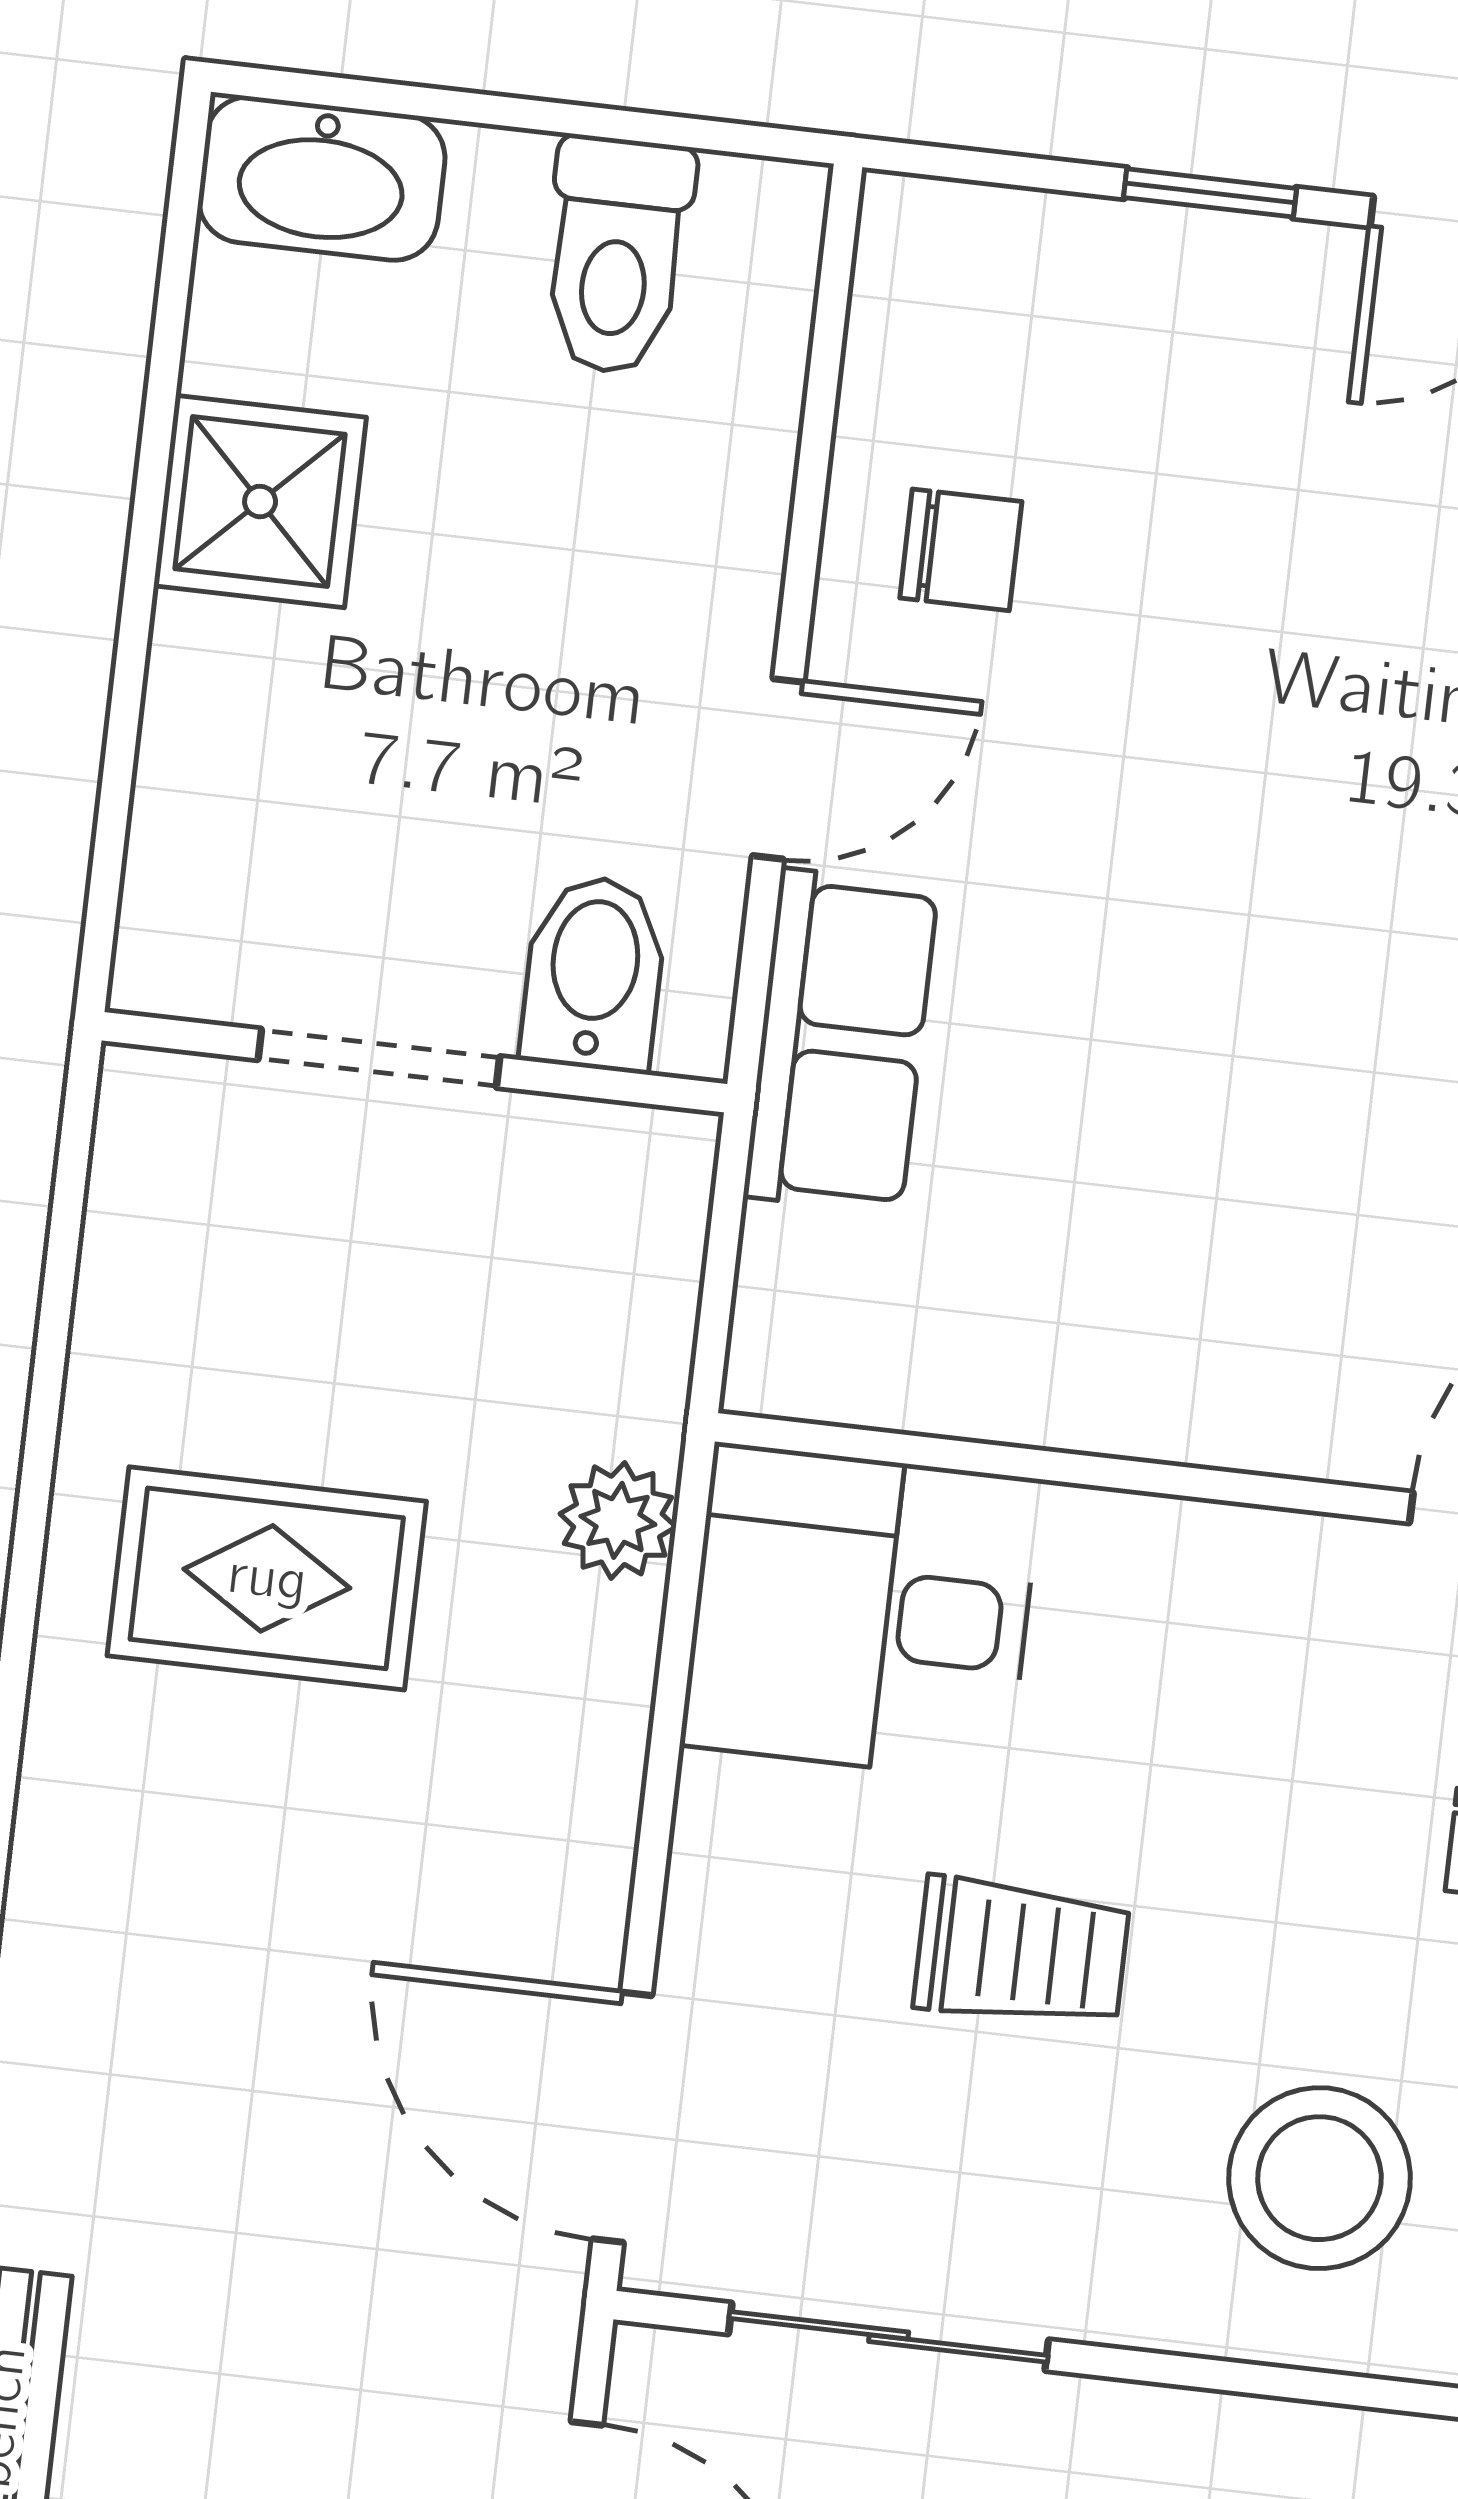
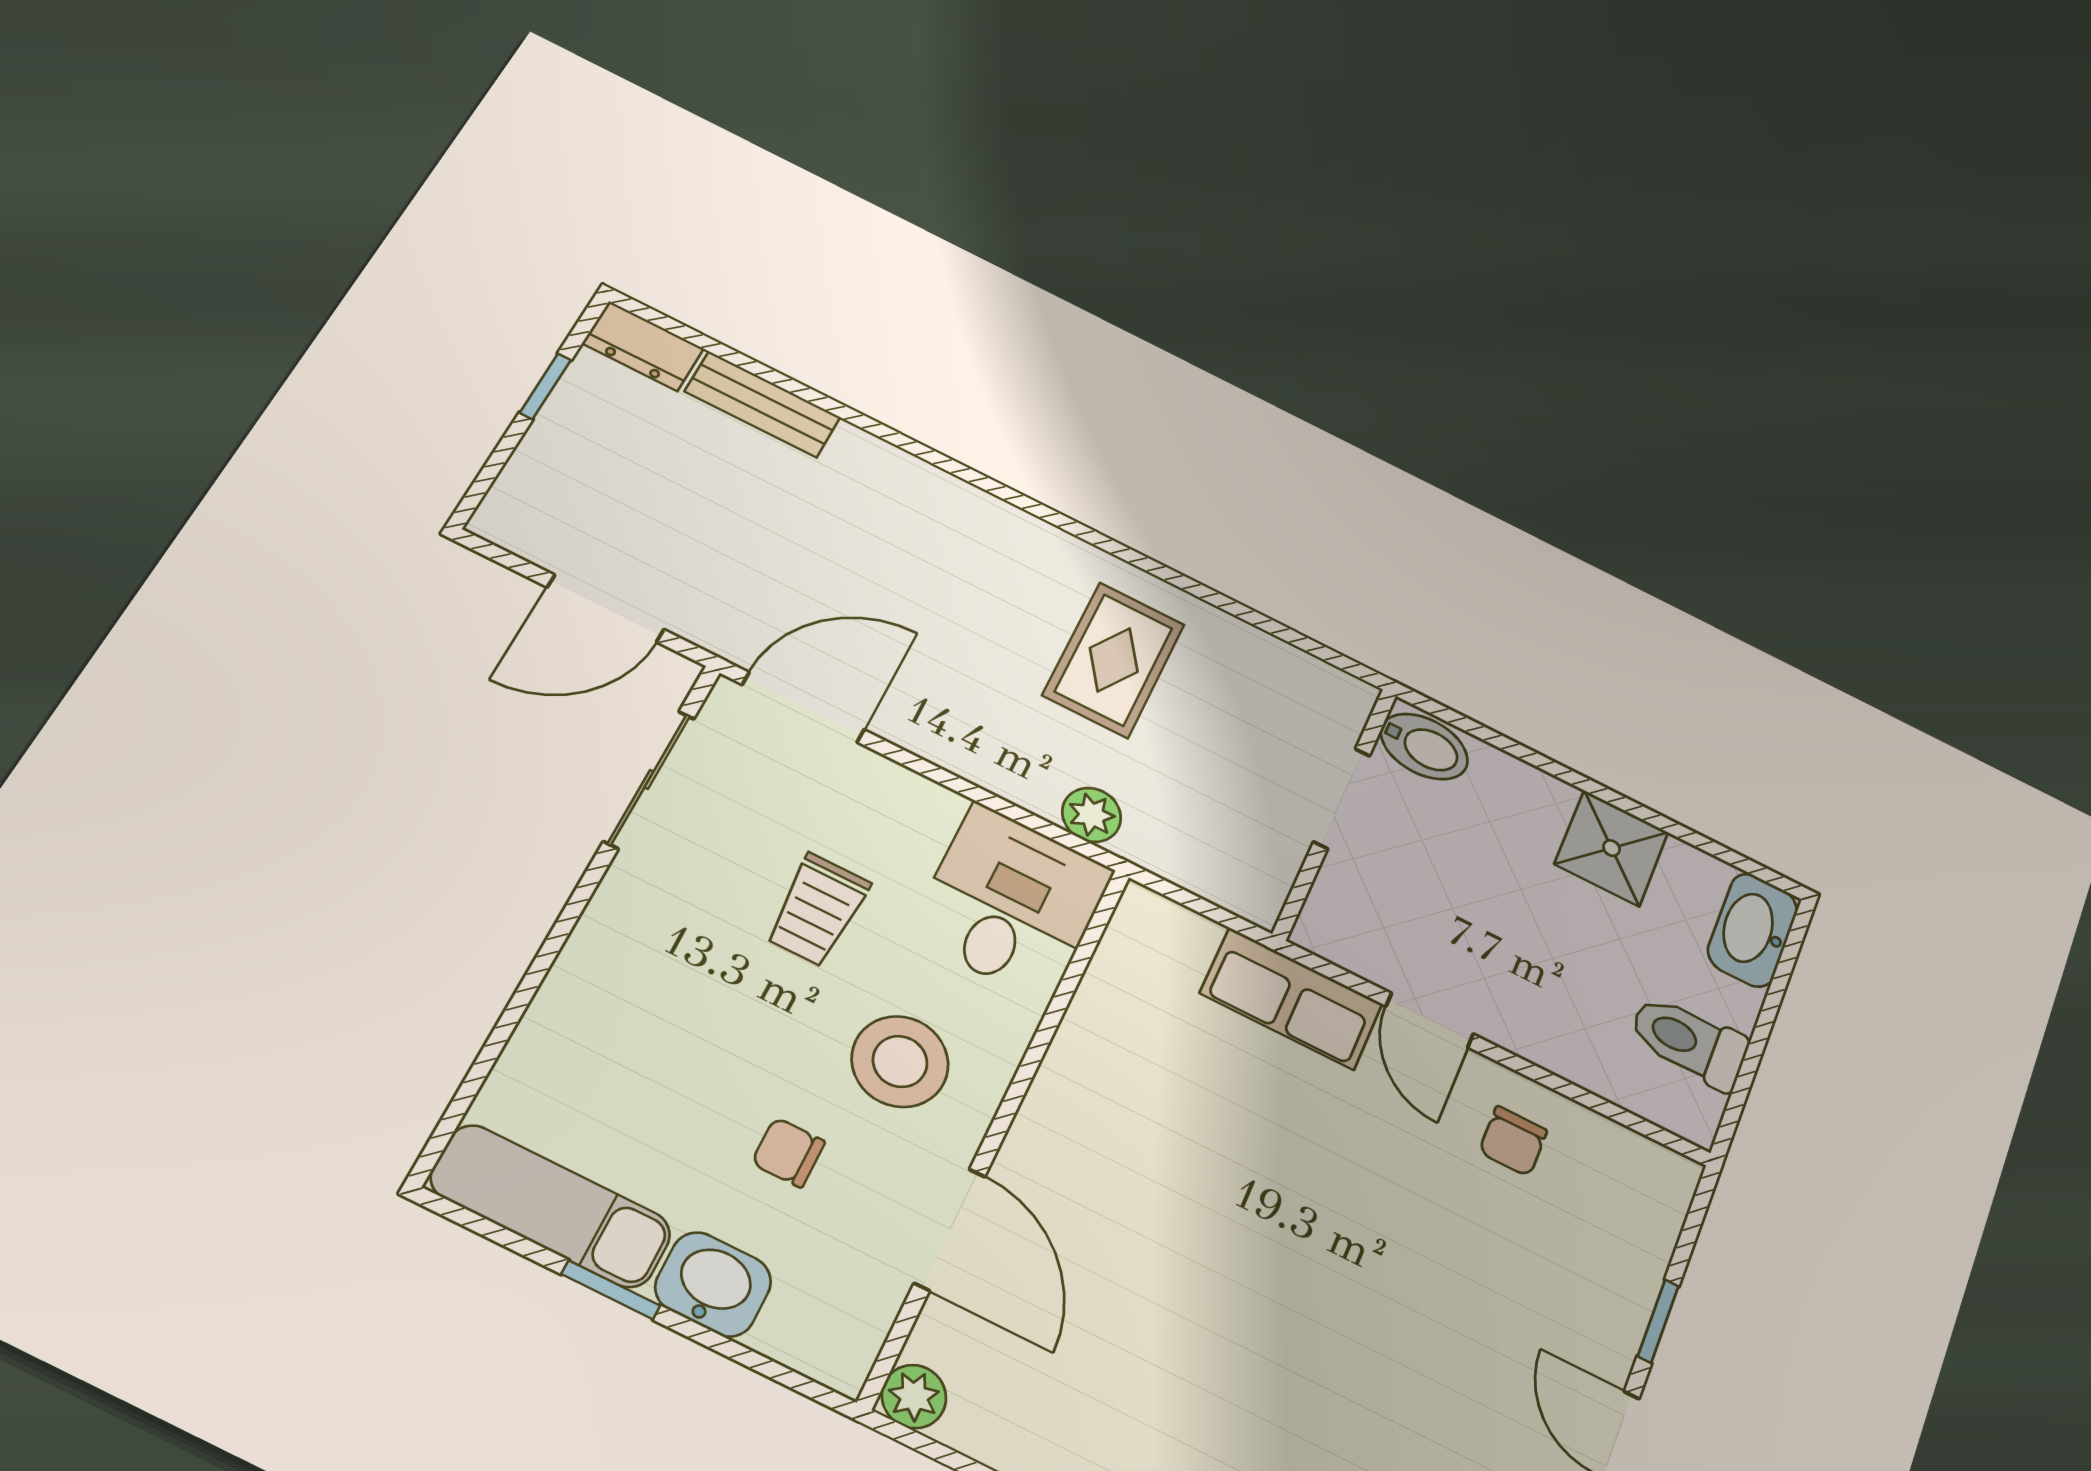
bidet: (594, 973) -> (1424, 746), moved
stool: (1319, 2178) -> (900, 1062), moved

